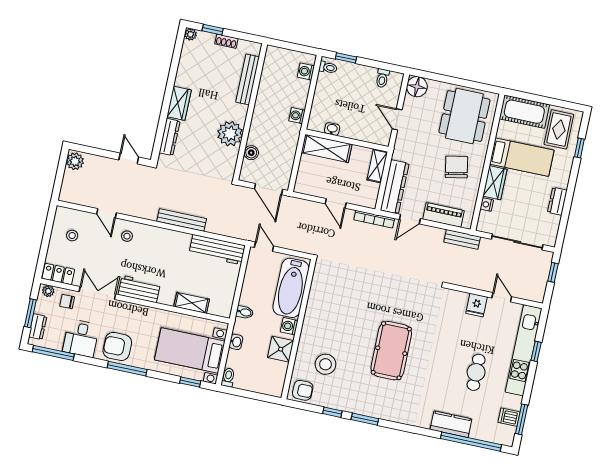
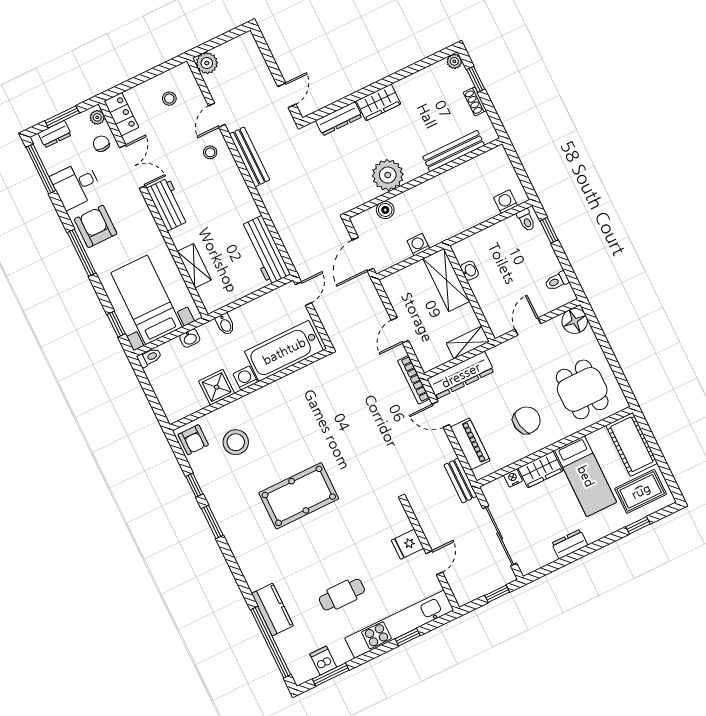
washing machine: (297, 116) -> (418, 245), moved
dining table: (464, 116) -> (582, 389), width x0.73
plant: (75, 161) -> (207, 63), moved
bench: (182, 220) -> (250, 157), moved

